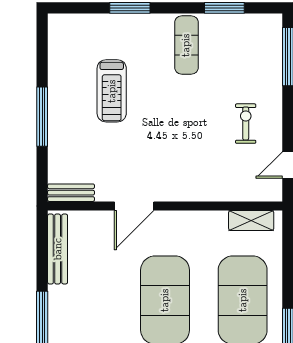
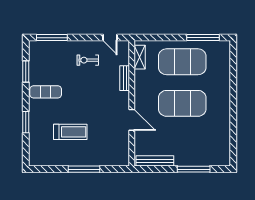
bench: (71, 193) -> (125, 78), moved

